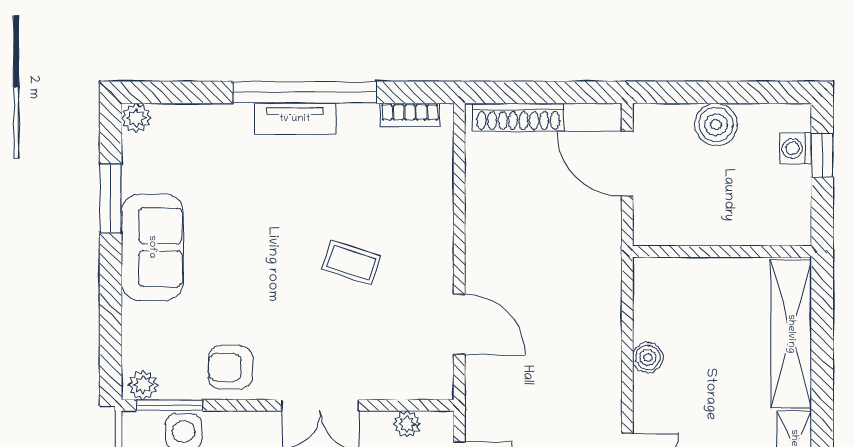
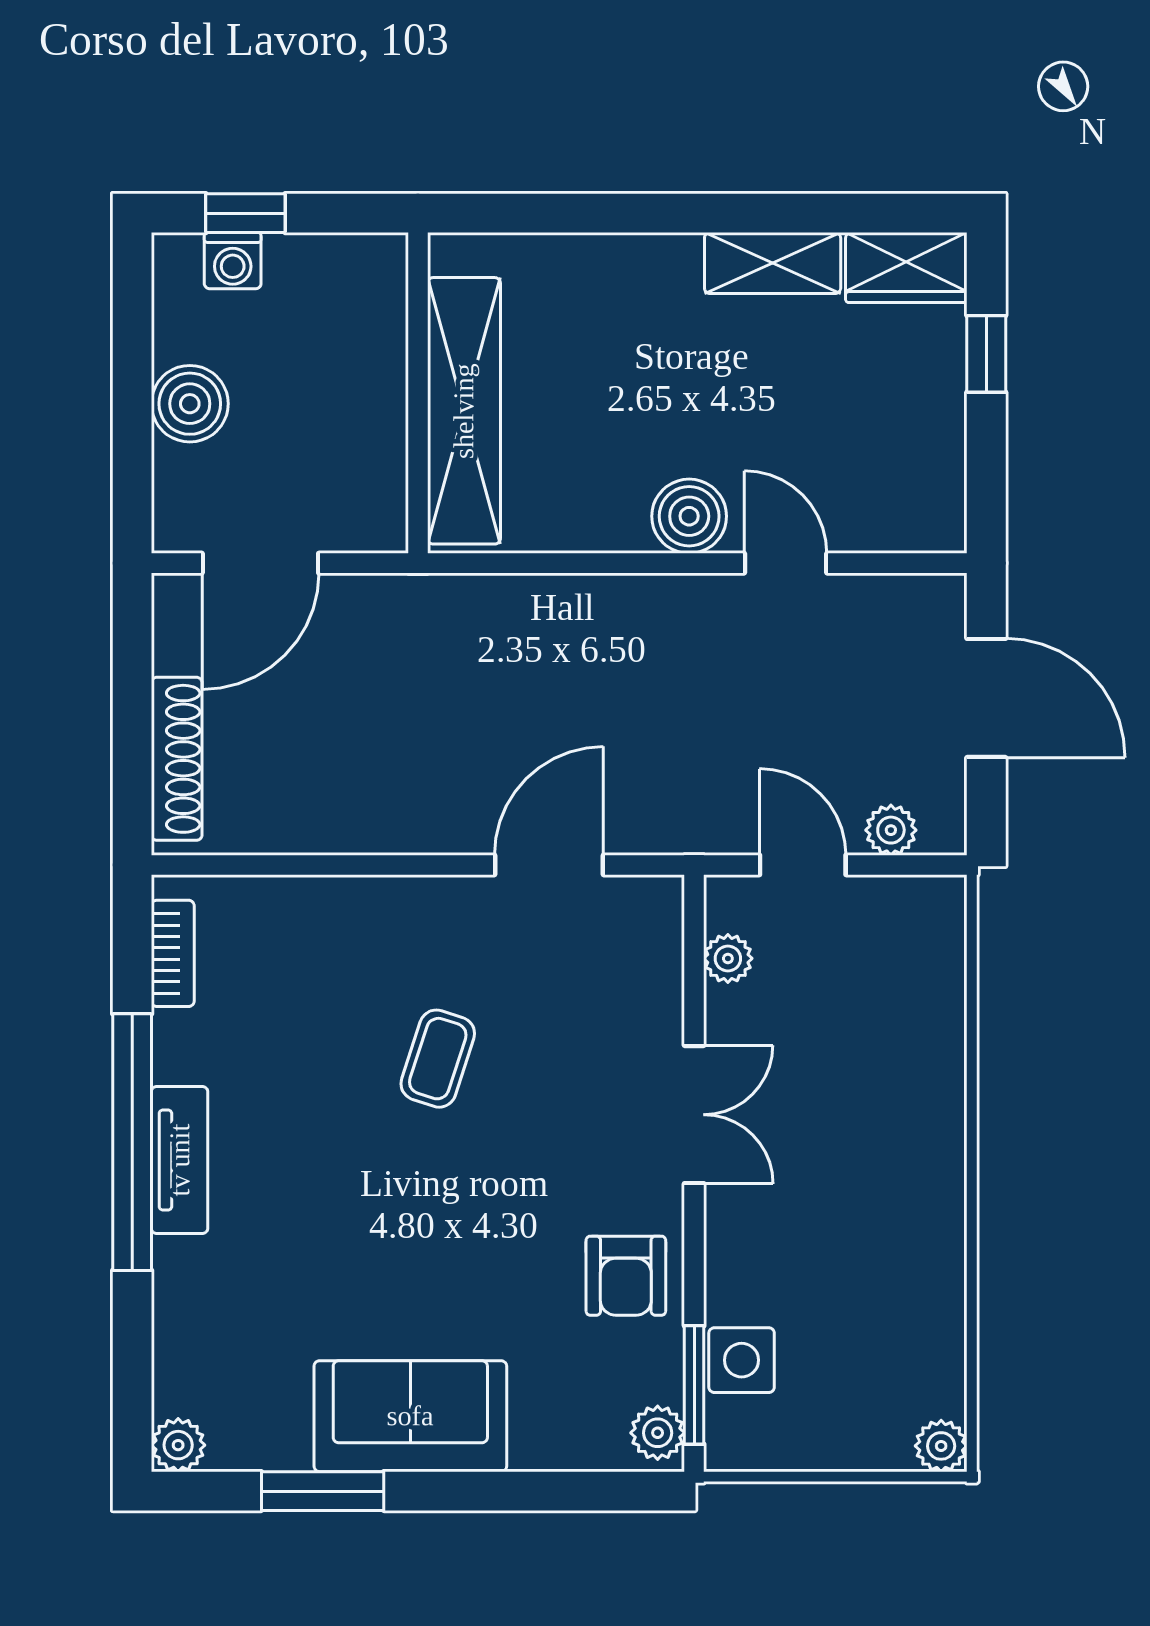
shelving: (791, 334) -> (464, 411), moved, turned 90
boiler: (648, 357) -> (689, 516), moved, width x1.36, depth x1.36

